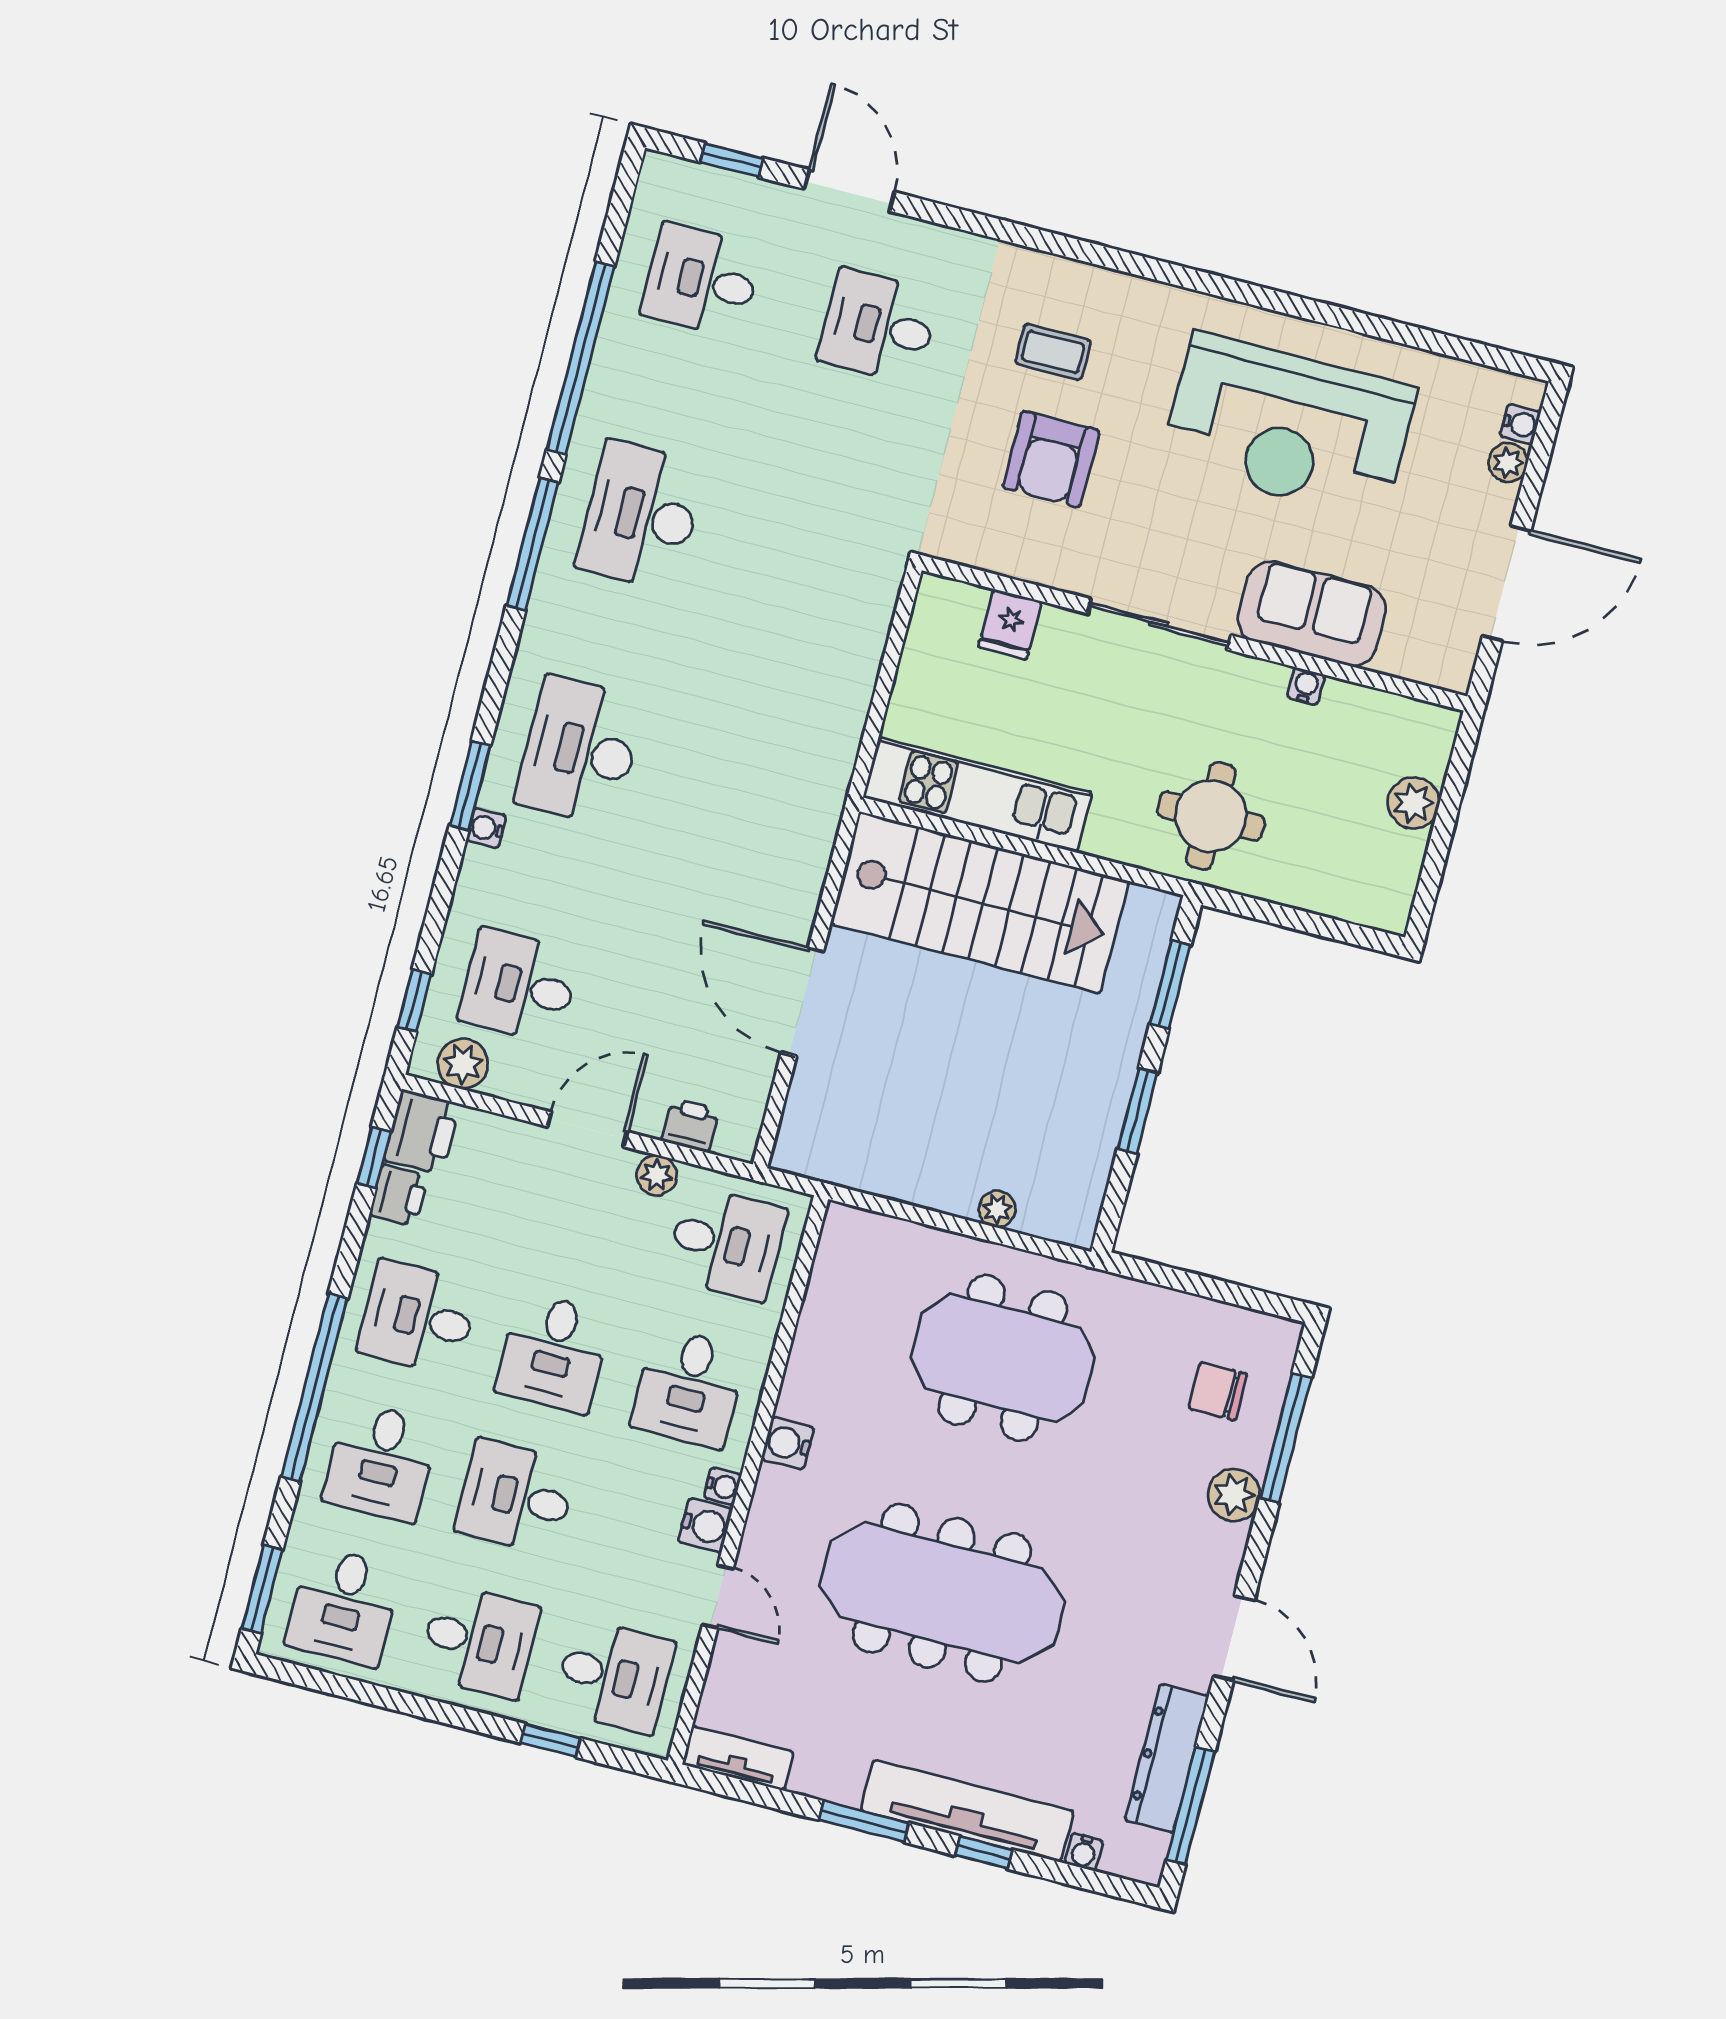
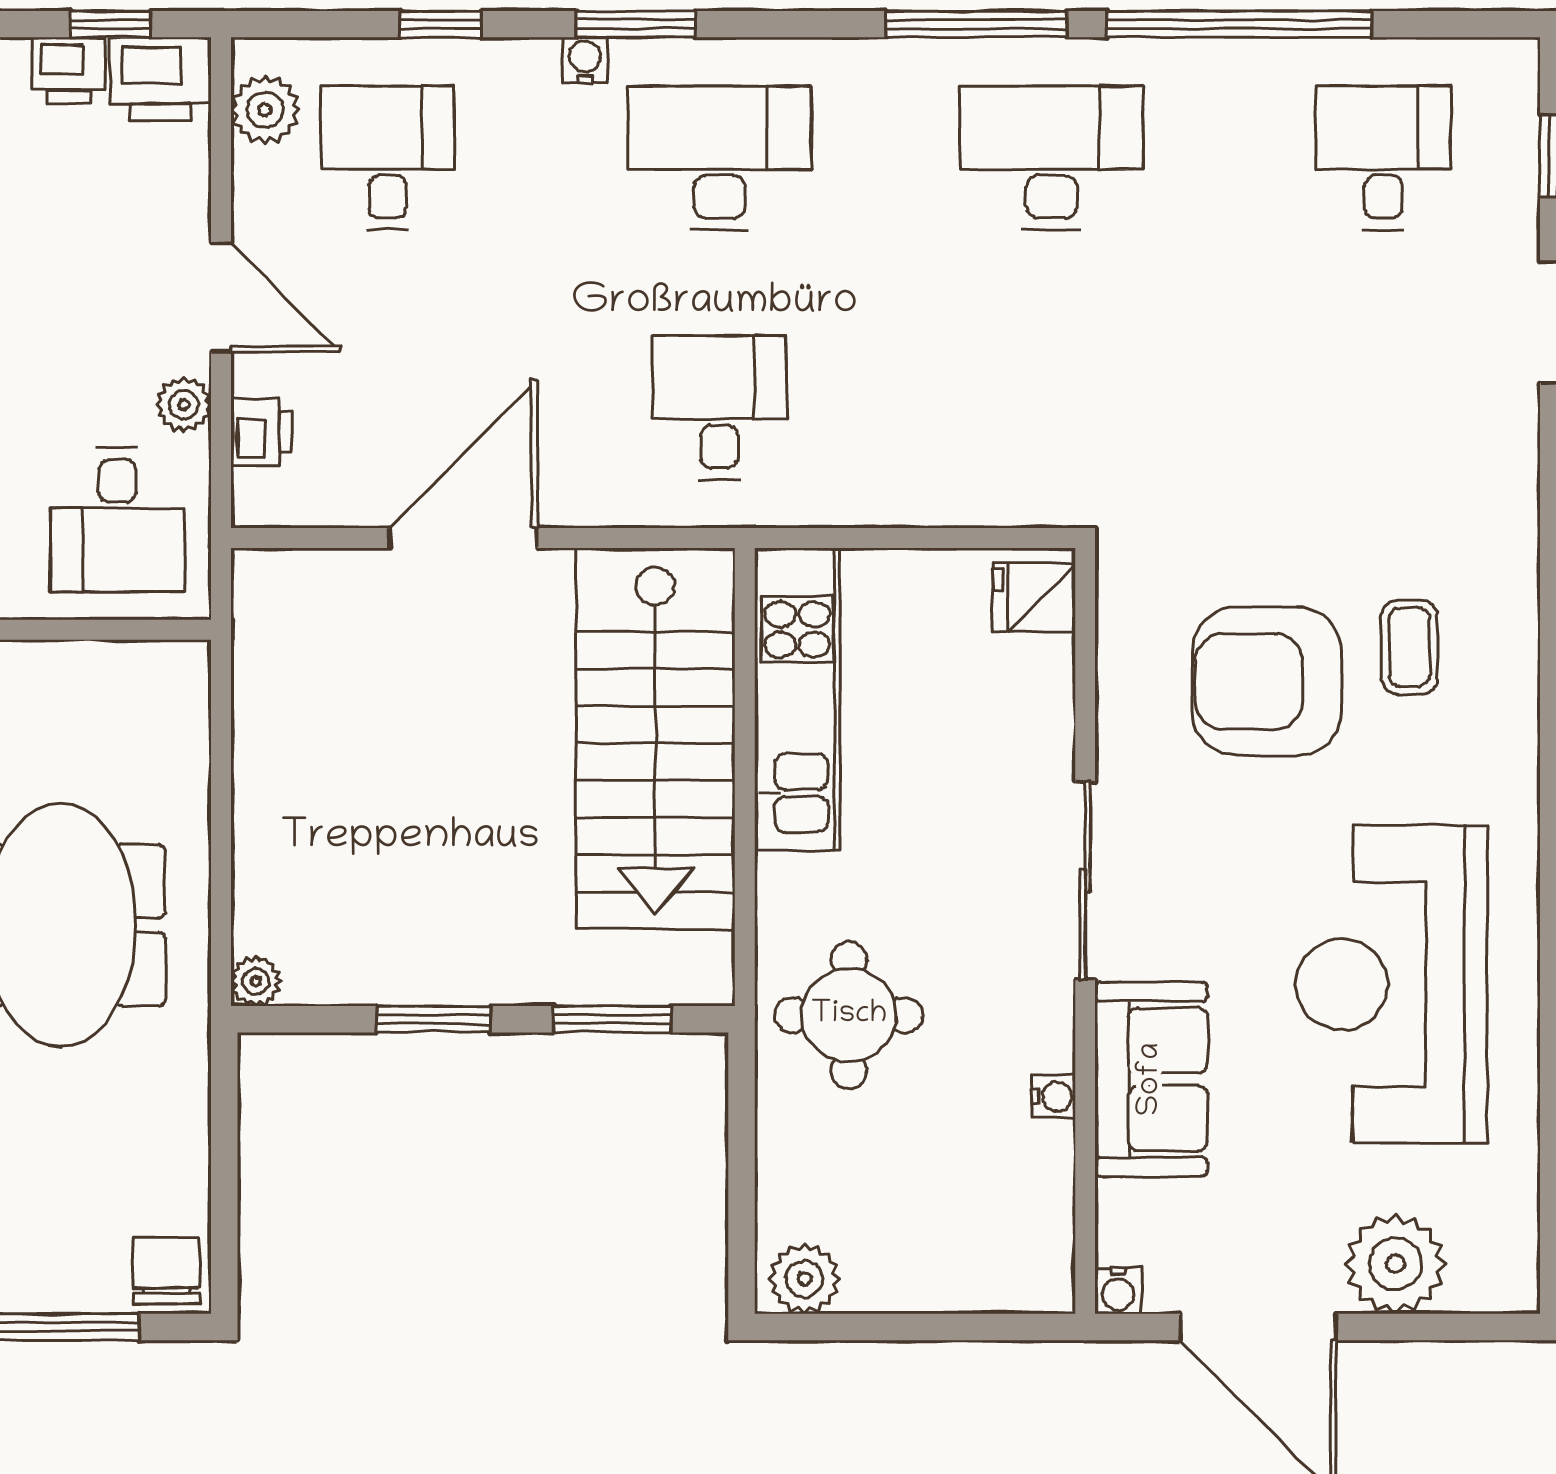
desk: (879, 326) -> (719, 408), moved
water cooler: (1520, 424) -> (1118, 1291), moved
armchair: (1051, 459) -> (1267, 681), width x1.36, depth x1.36
plant: (1508, 462) -> (1395, 1264), width x1.87, depth x1.87
fridge: (1010, 624) -> (1034, 598), moved
plant: (1413, 803) -> (804, 1279), moved
window: (414, 1001) -> (440, 24), moved
plant: (997, 1209) -> (256, 981), moved
chair: (1218, 1391) -> (166, 1271), moved

